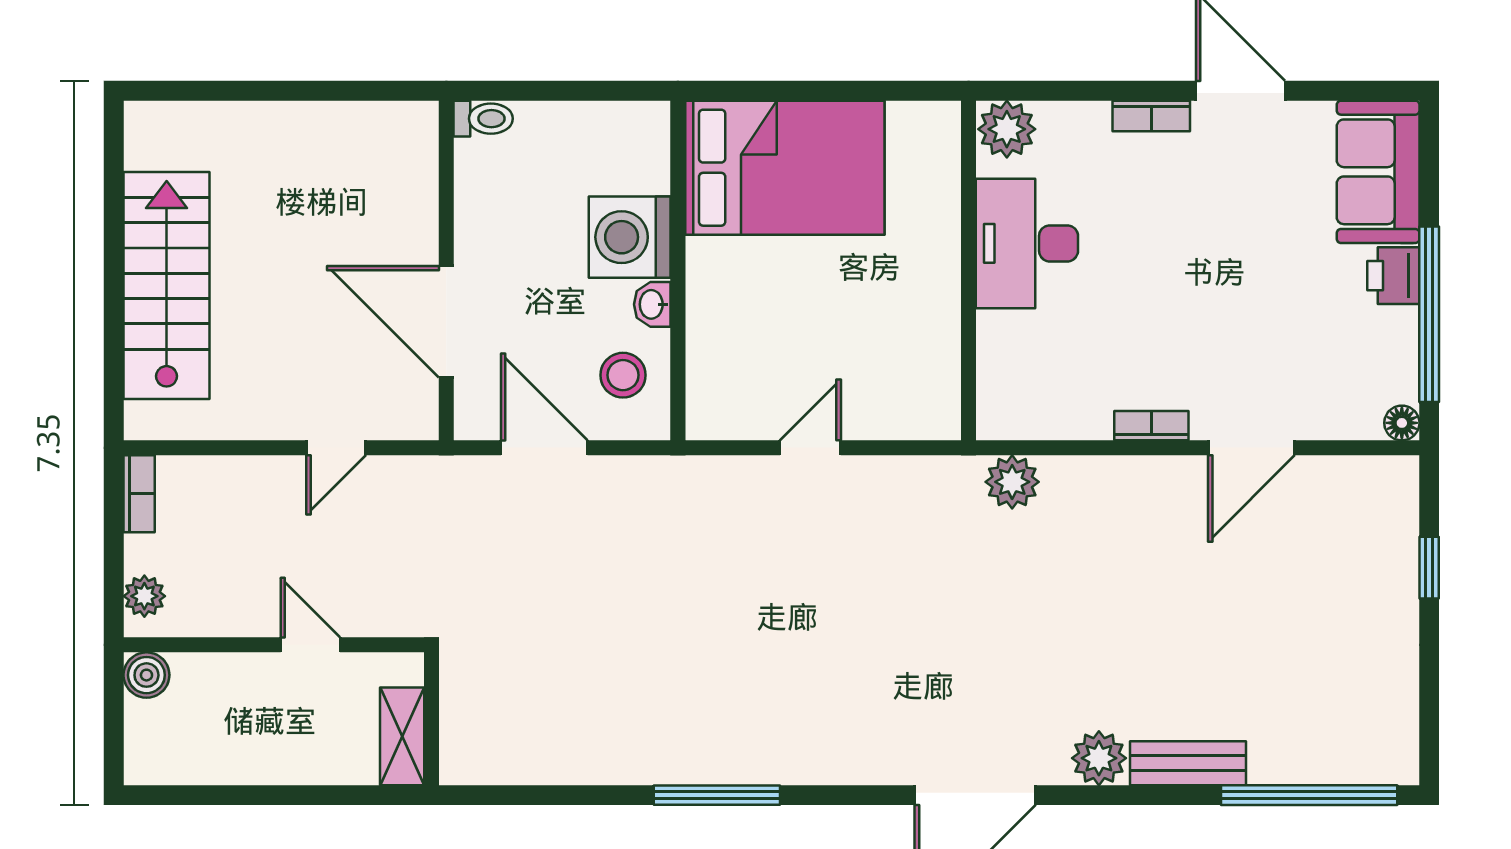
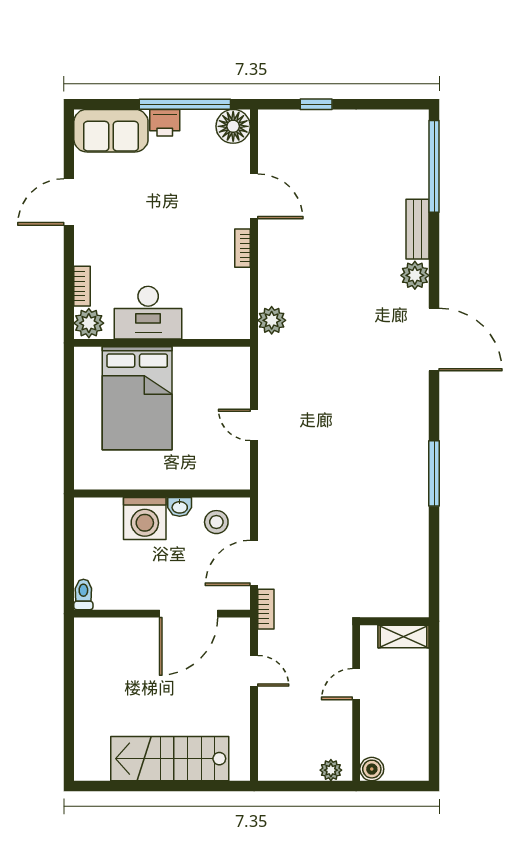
bookcase: (1151, 116) -> (82, 286), moved
bed: (785, 168) -> (137, 398), moved, turned 180
floor lamp: (1402, 423) -> (233, 126), width x1.89, depth x1.89
bookcase: (139, 494) -> (266, 609), moved, turned 90

